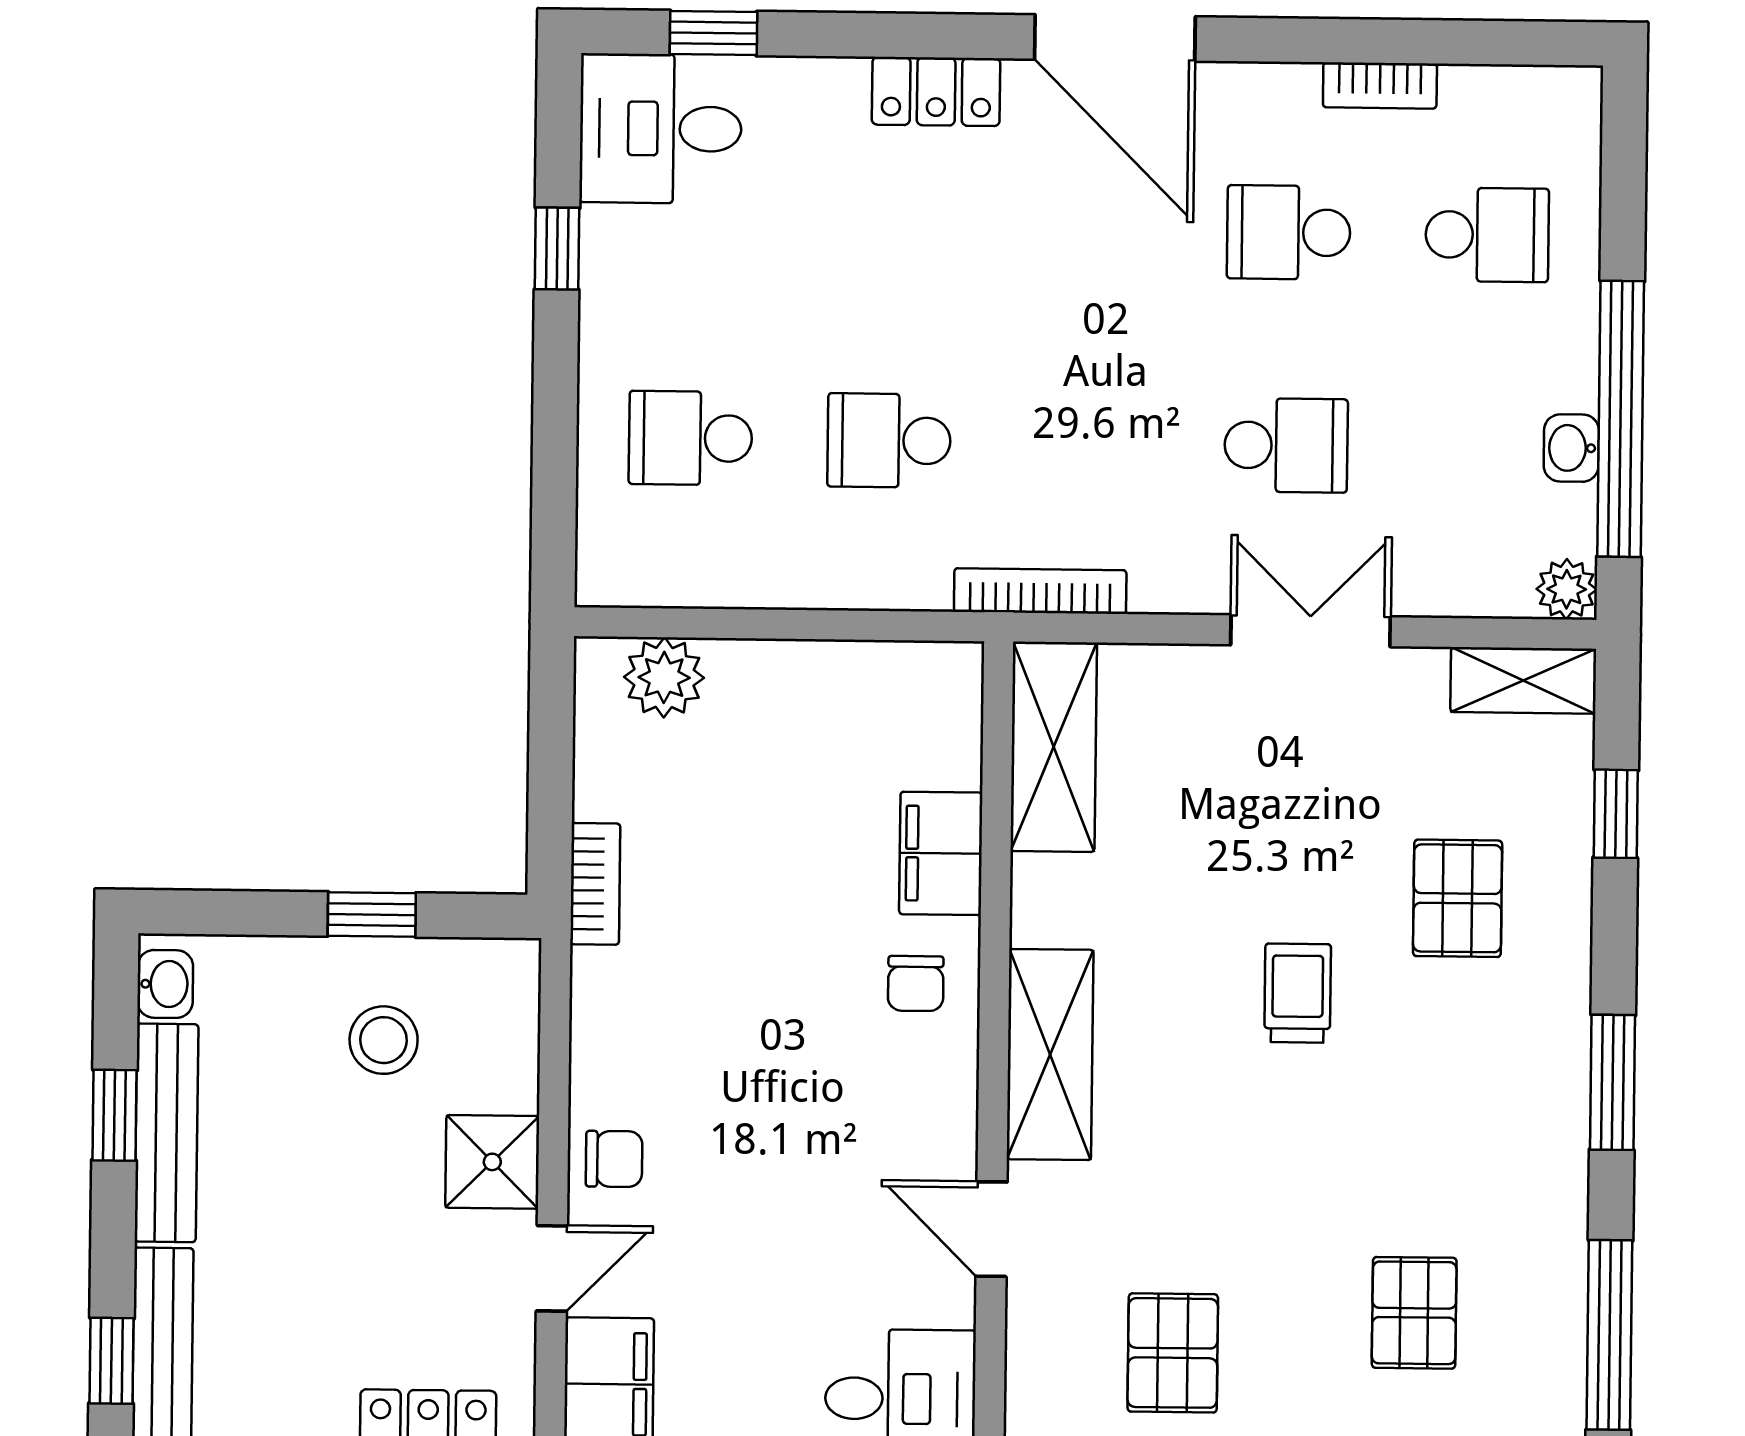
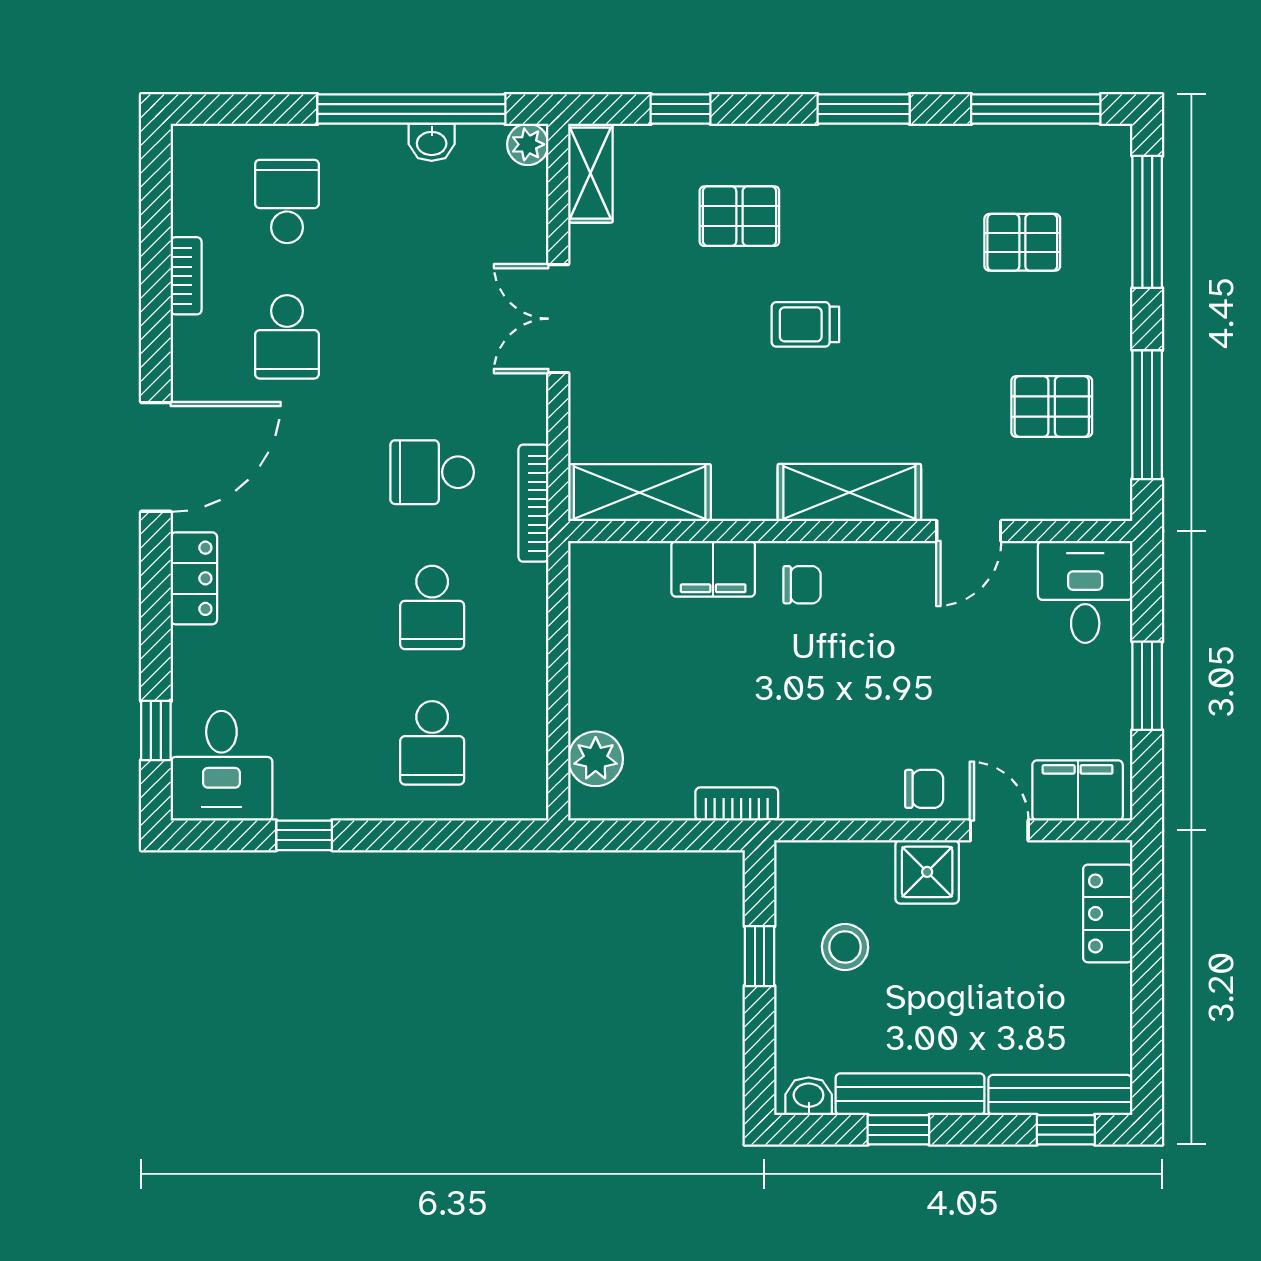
school desk: (1286, 445) -> (432, 472), moved, turned -90
chair: (614, 1159) -> (924, 789), turned 90

